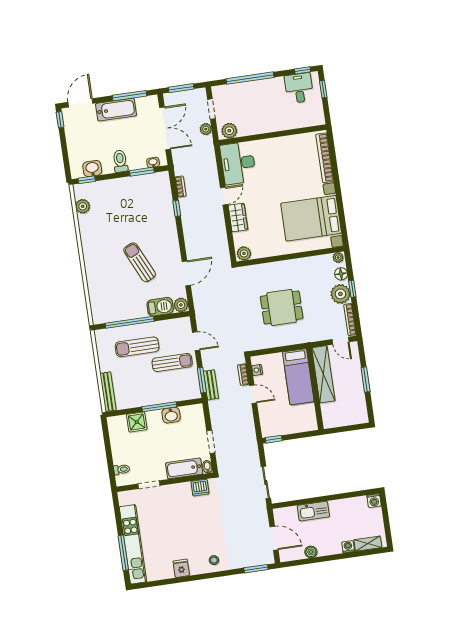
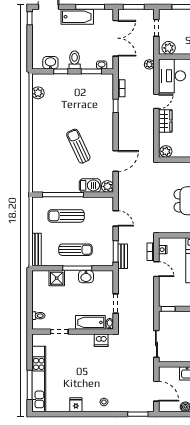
plant: (206, 129) -> (149, 64), moved
window: (87, 180) -> (61, 71), moved
sun lounger: (172, 362) -> (76, 250), moved

